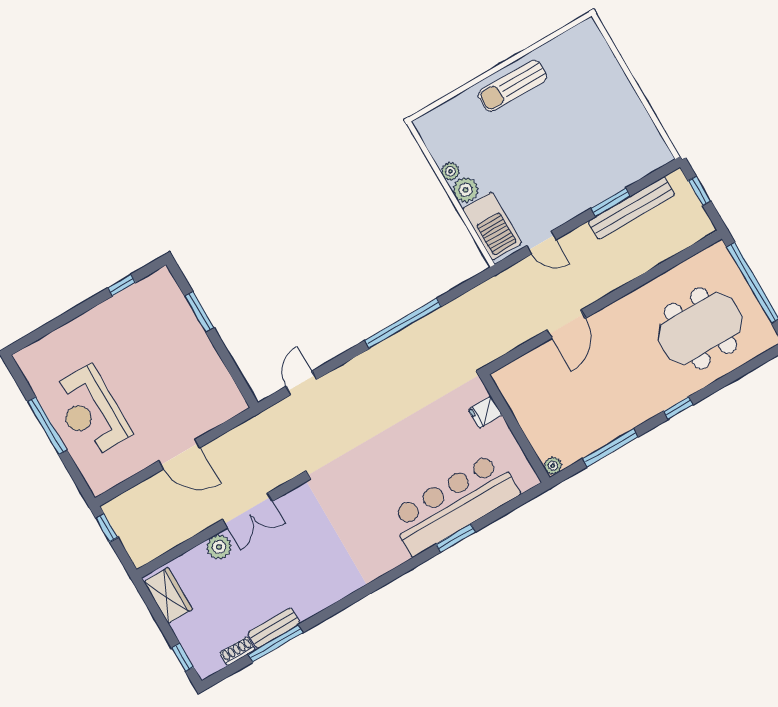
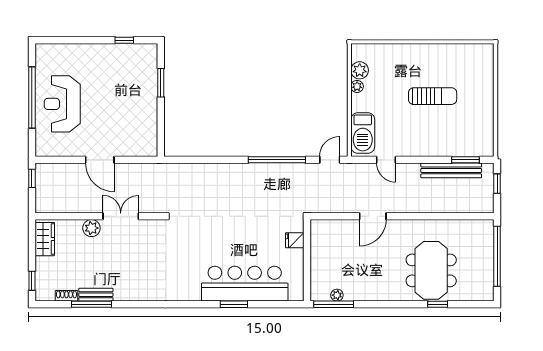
sun lounger: (512, 86) -> (433, 96), moved, turned 180
plant: (466, 190) -> (360, 70), moved
window: (611, 202) -> (466, 160), moved
meeting table: (700, 328) -> (431, 270), moved, turned 90
door: (301, 383) -> (330, 160), moved
window: (678, 408) -> (438, 304), moved
window: (47, 426) -> (32, 98), width x1.46
window: (610, 448) -> (334, 304), moved
plant: (553, 466) -> (337, 295), moved
double door: (247, 510) -> (121, 216), swing flipped

